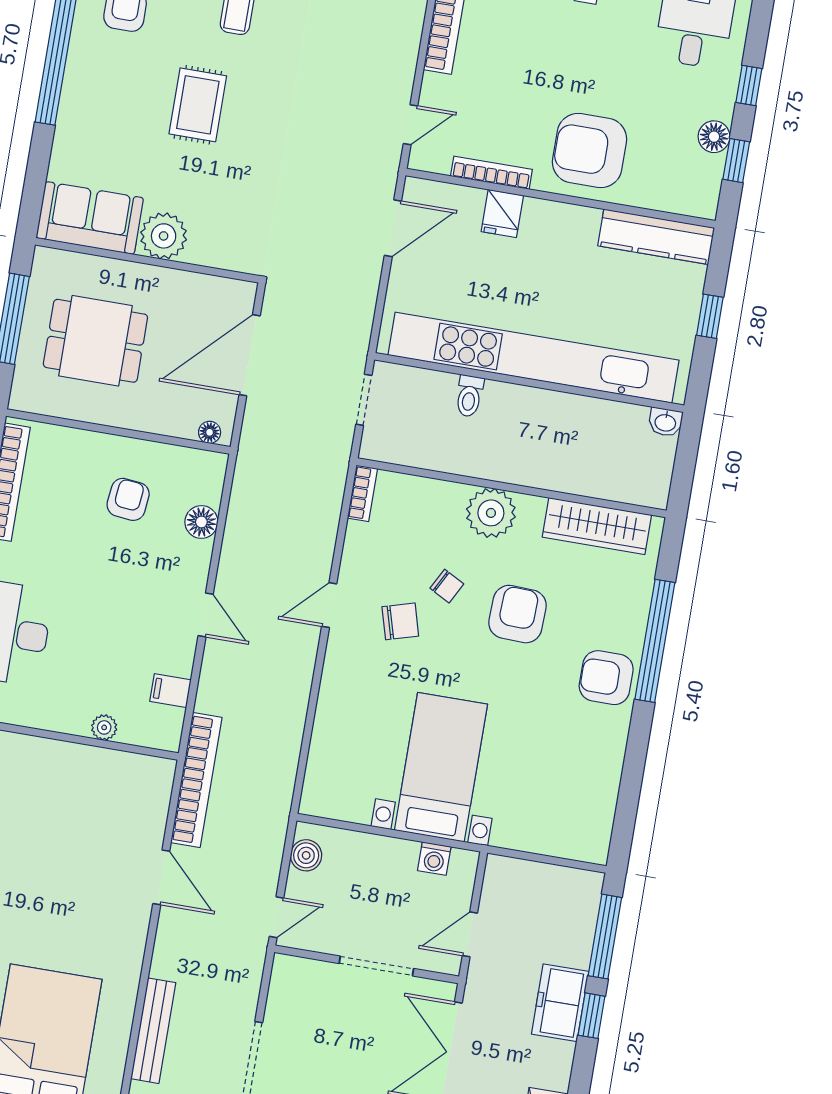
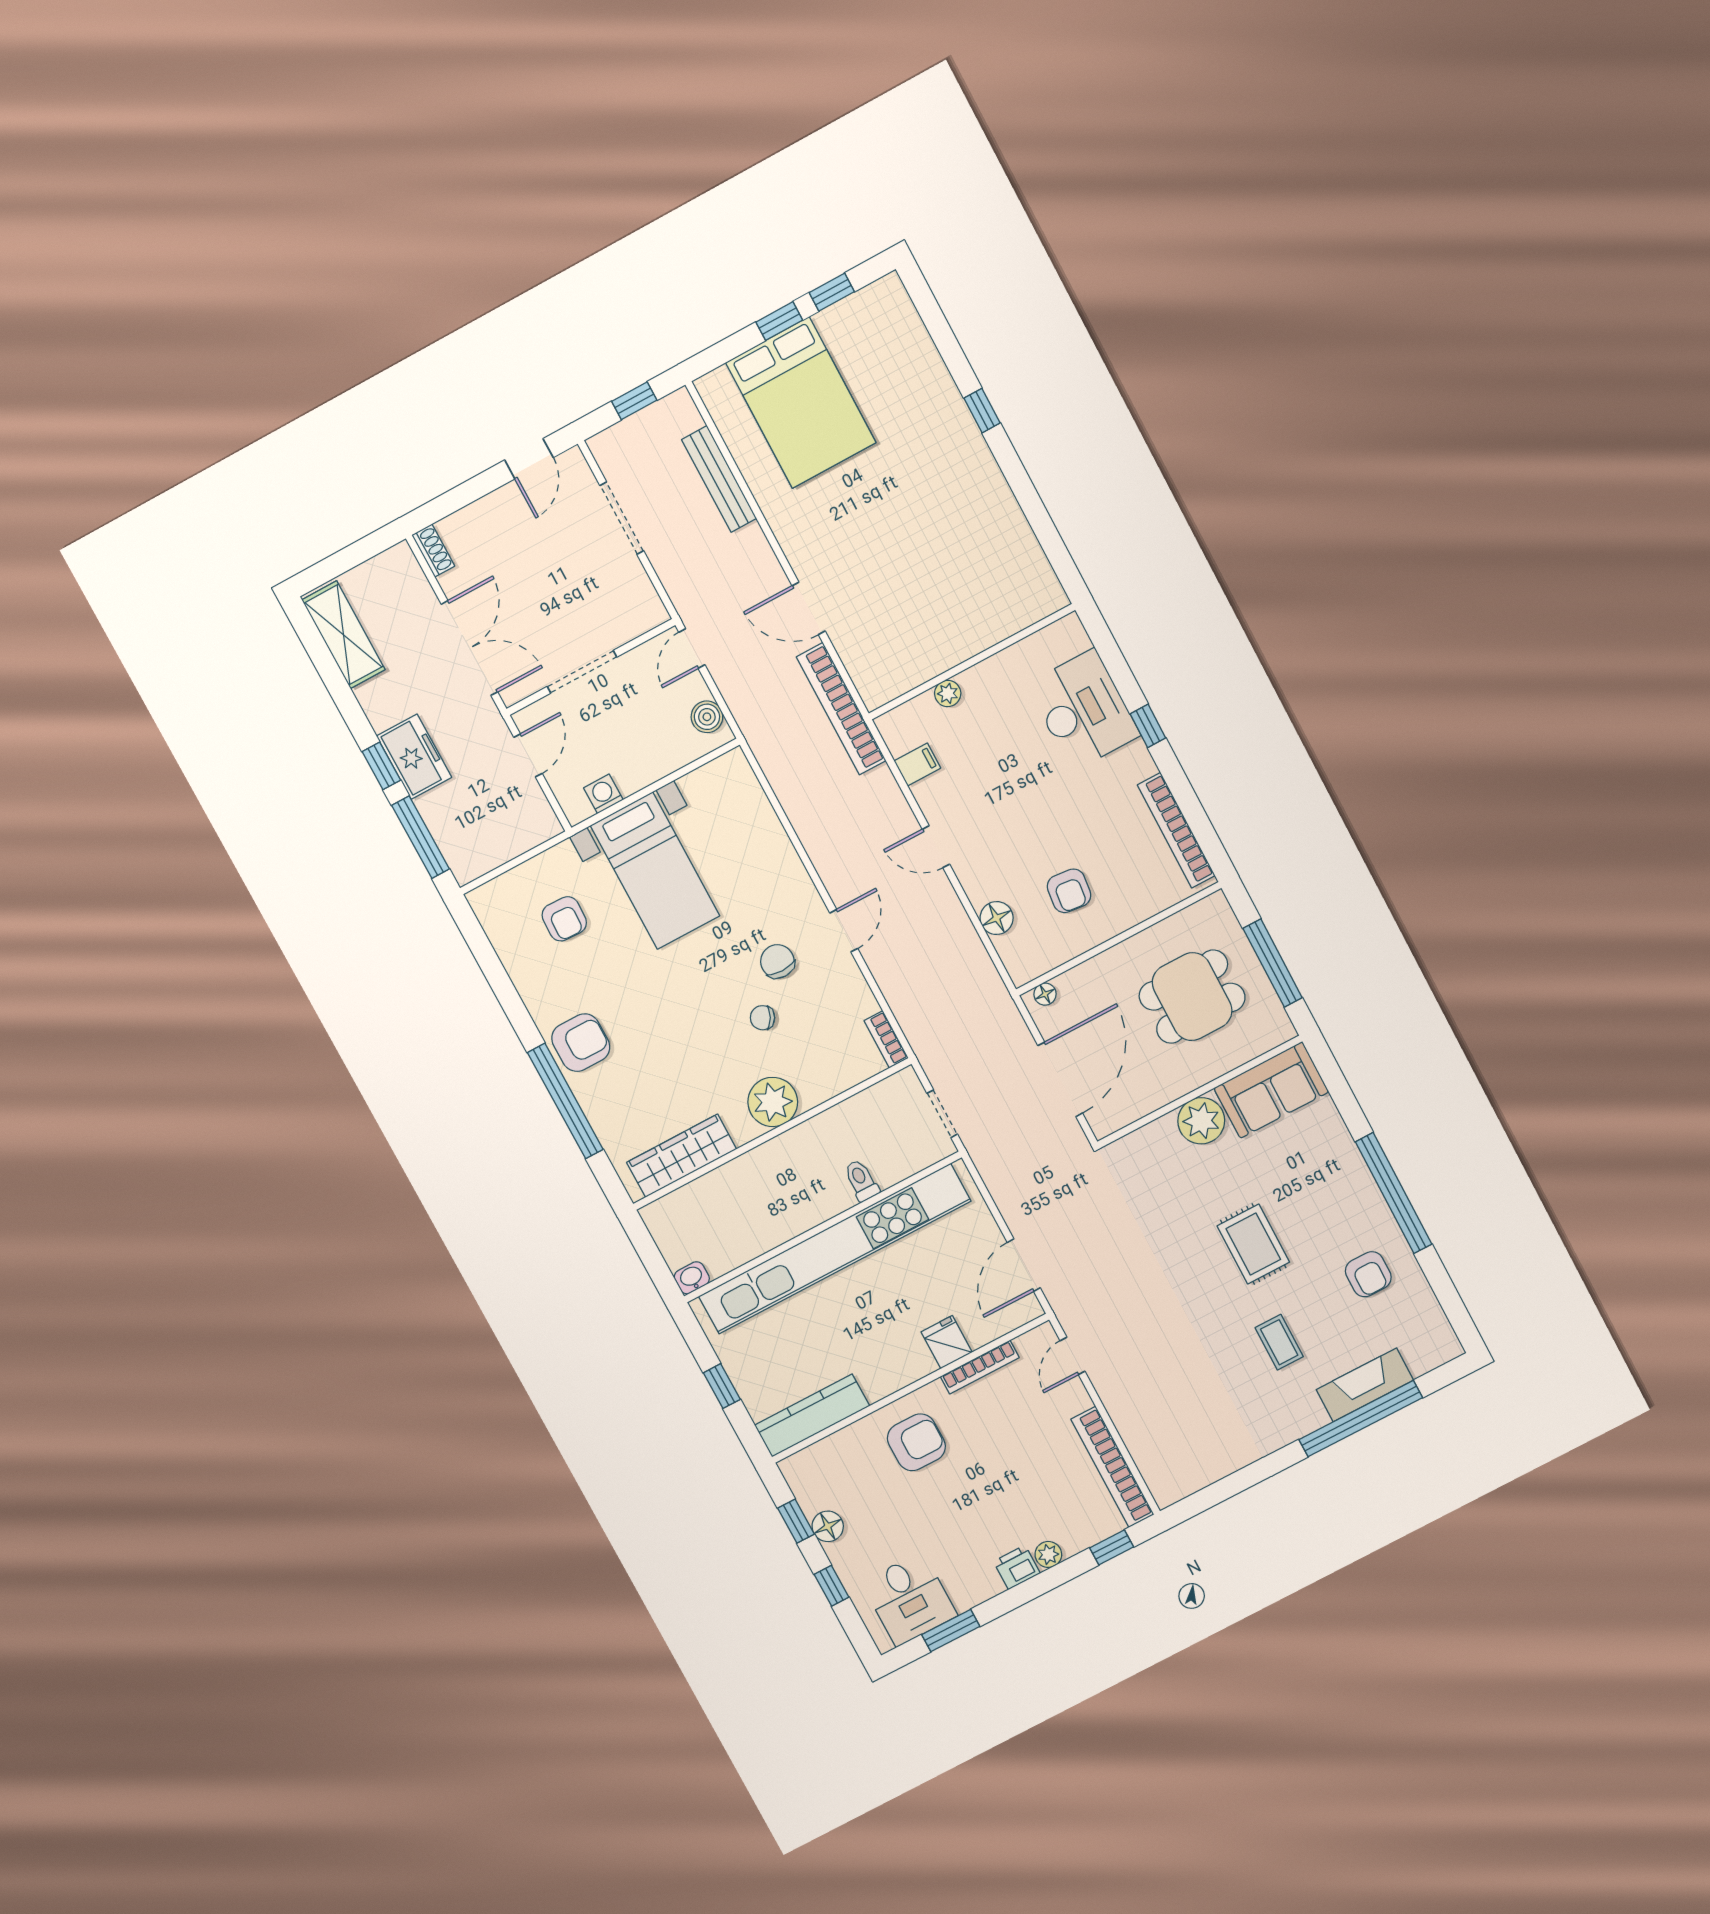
armchair: (590, 151) -> (916, 1442), width x0.73, depth x0.73
armchair: (517, 614) -> (564, 919), moved, width x0.72, depth x0.72
chair: (400, 621) -> (777, 961), turned 106

